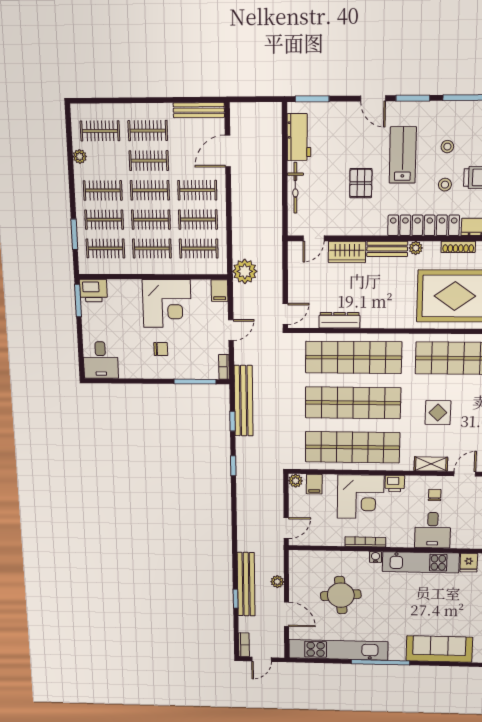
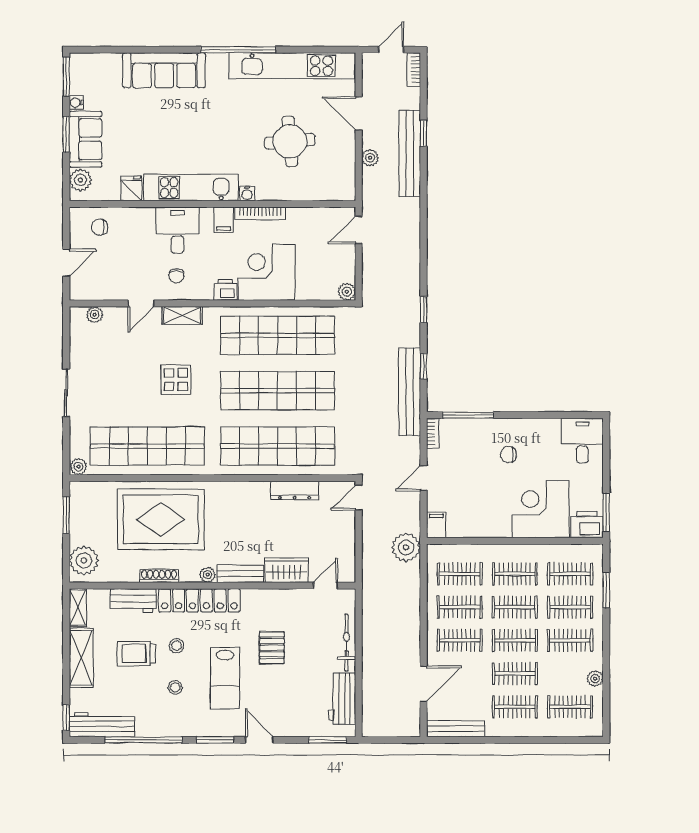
corner desk: (167, 304) -> (541, 509), moved
filing cabinet: (314, 484) -> (224, 220), moved, turned 180

